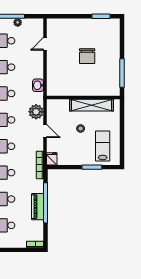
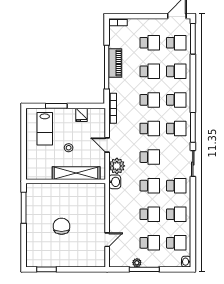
washbasin: (38, 85) -> (115, 182), moved
shelving: (91, 105) -> (76, 173), moved
fridge: (52, 159) -> (81, 115), moved

